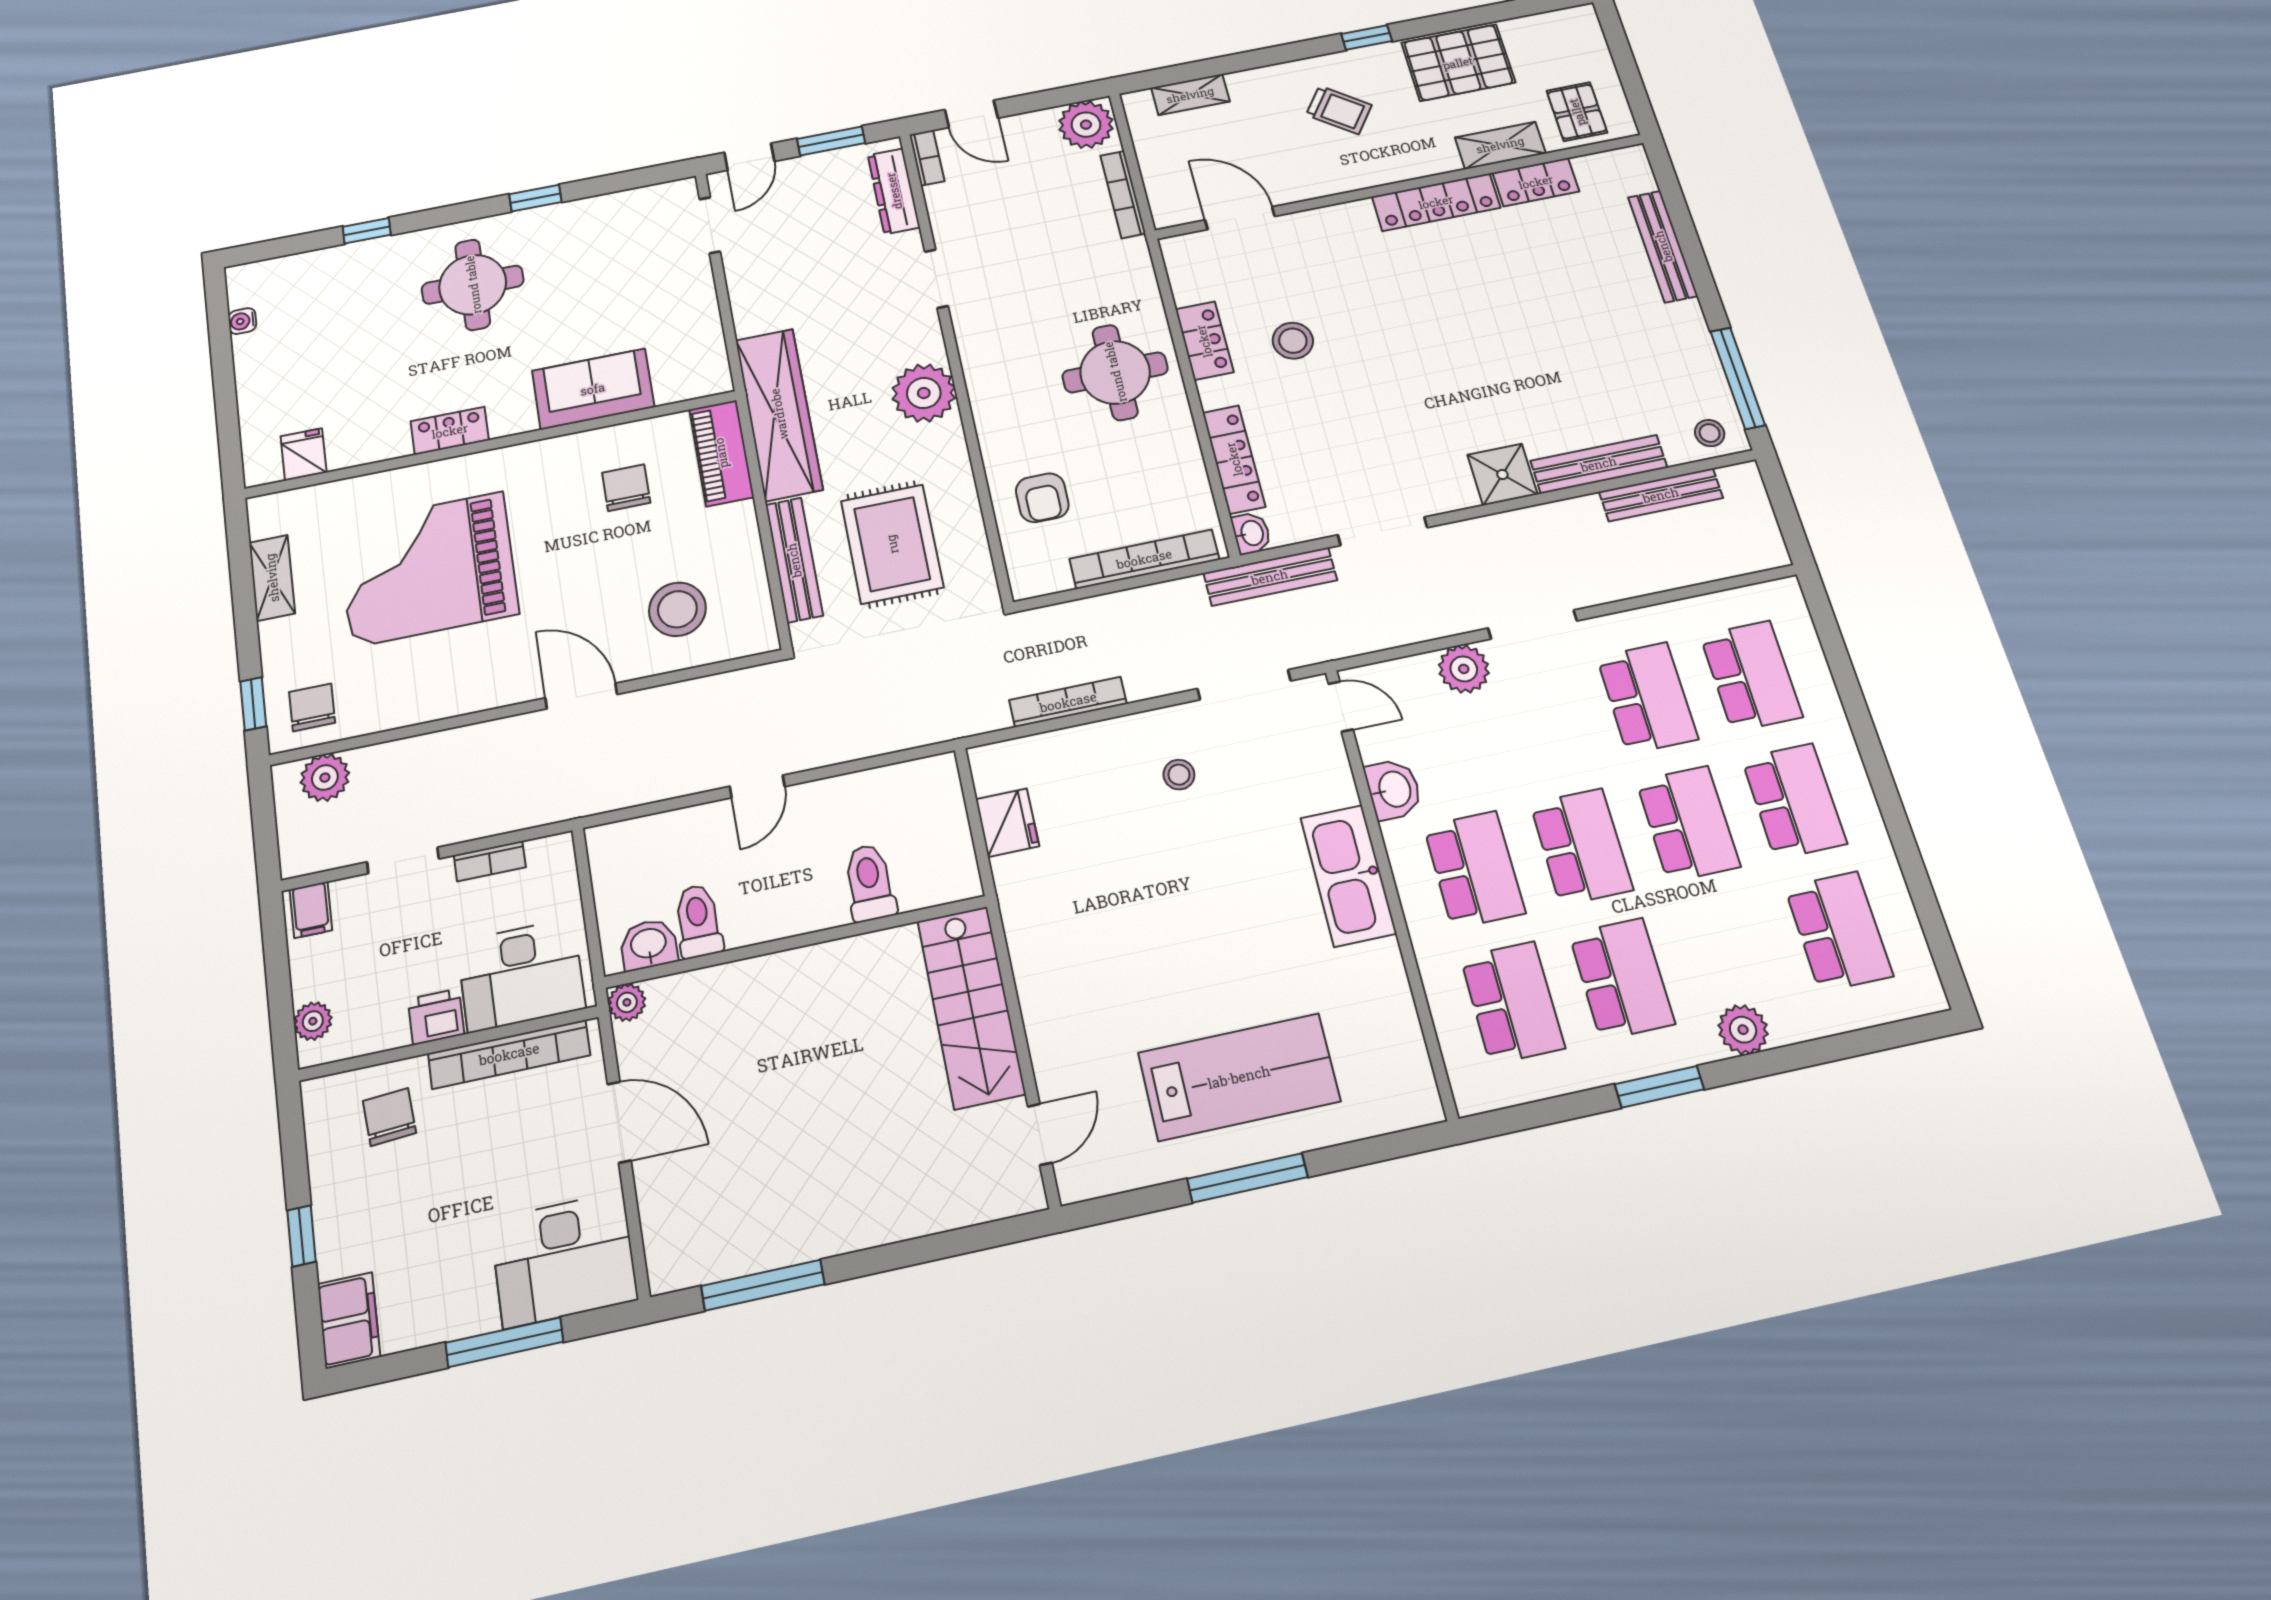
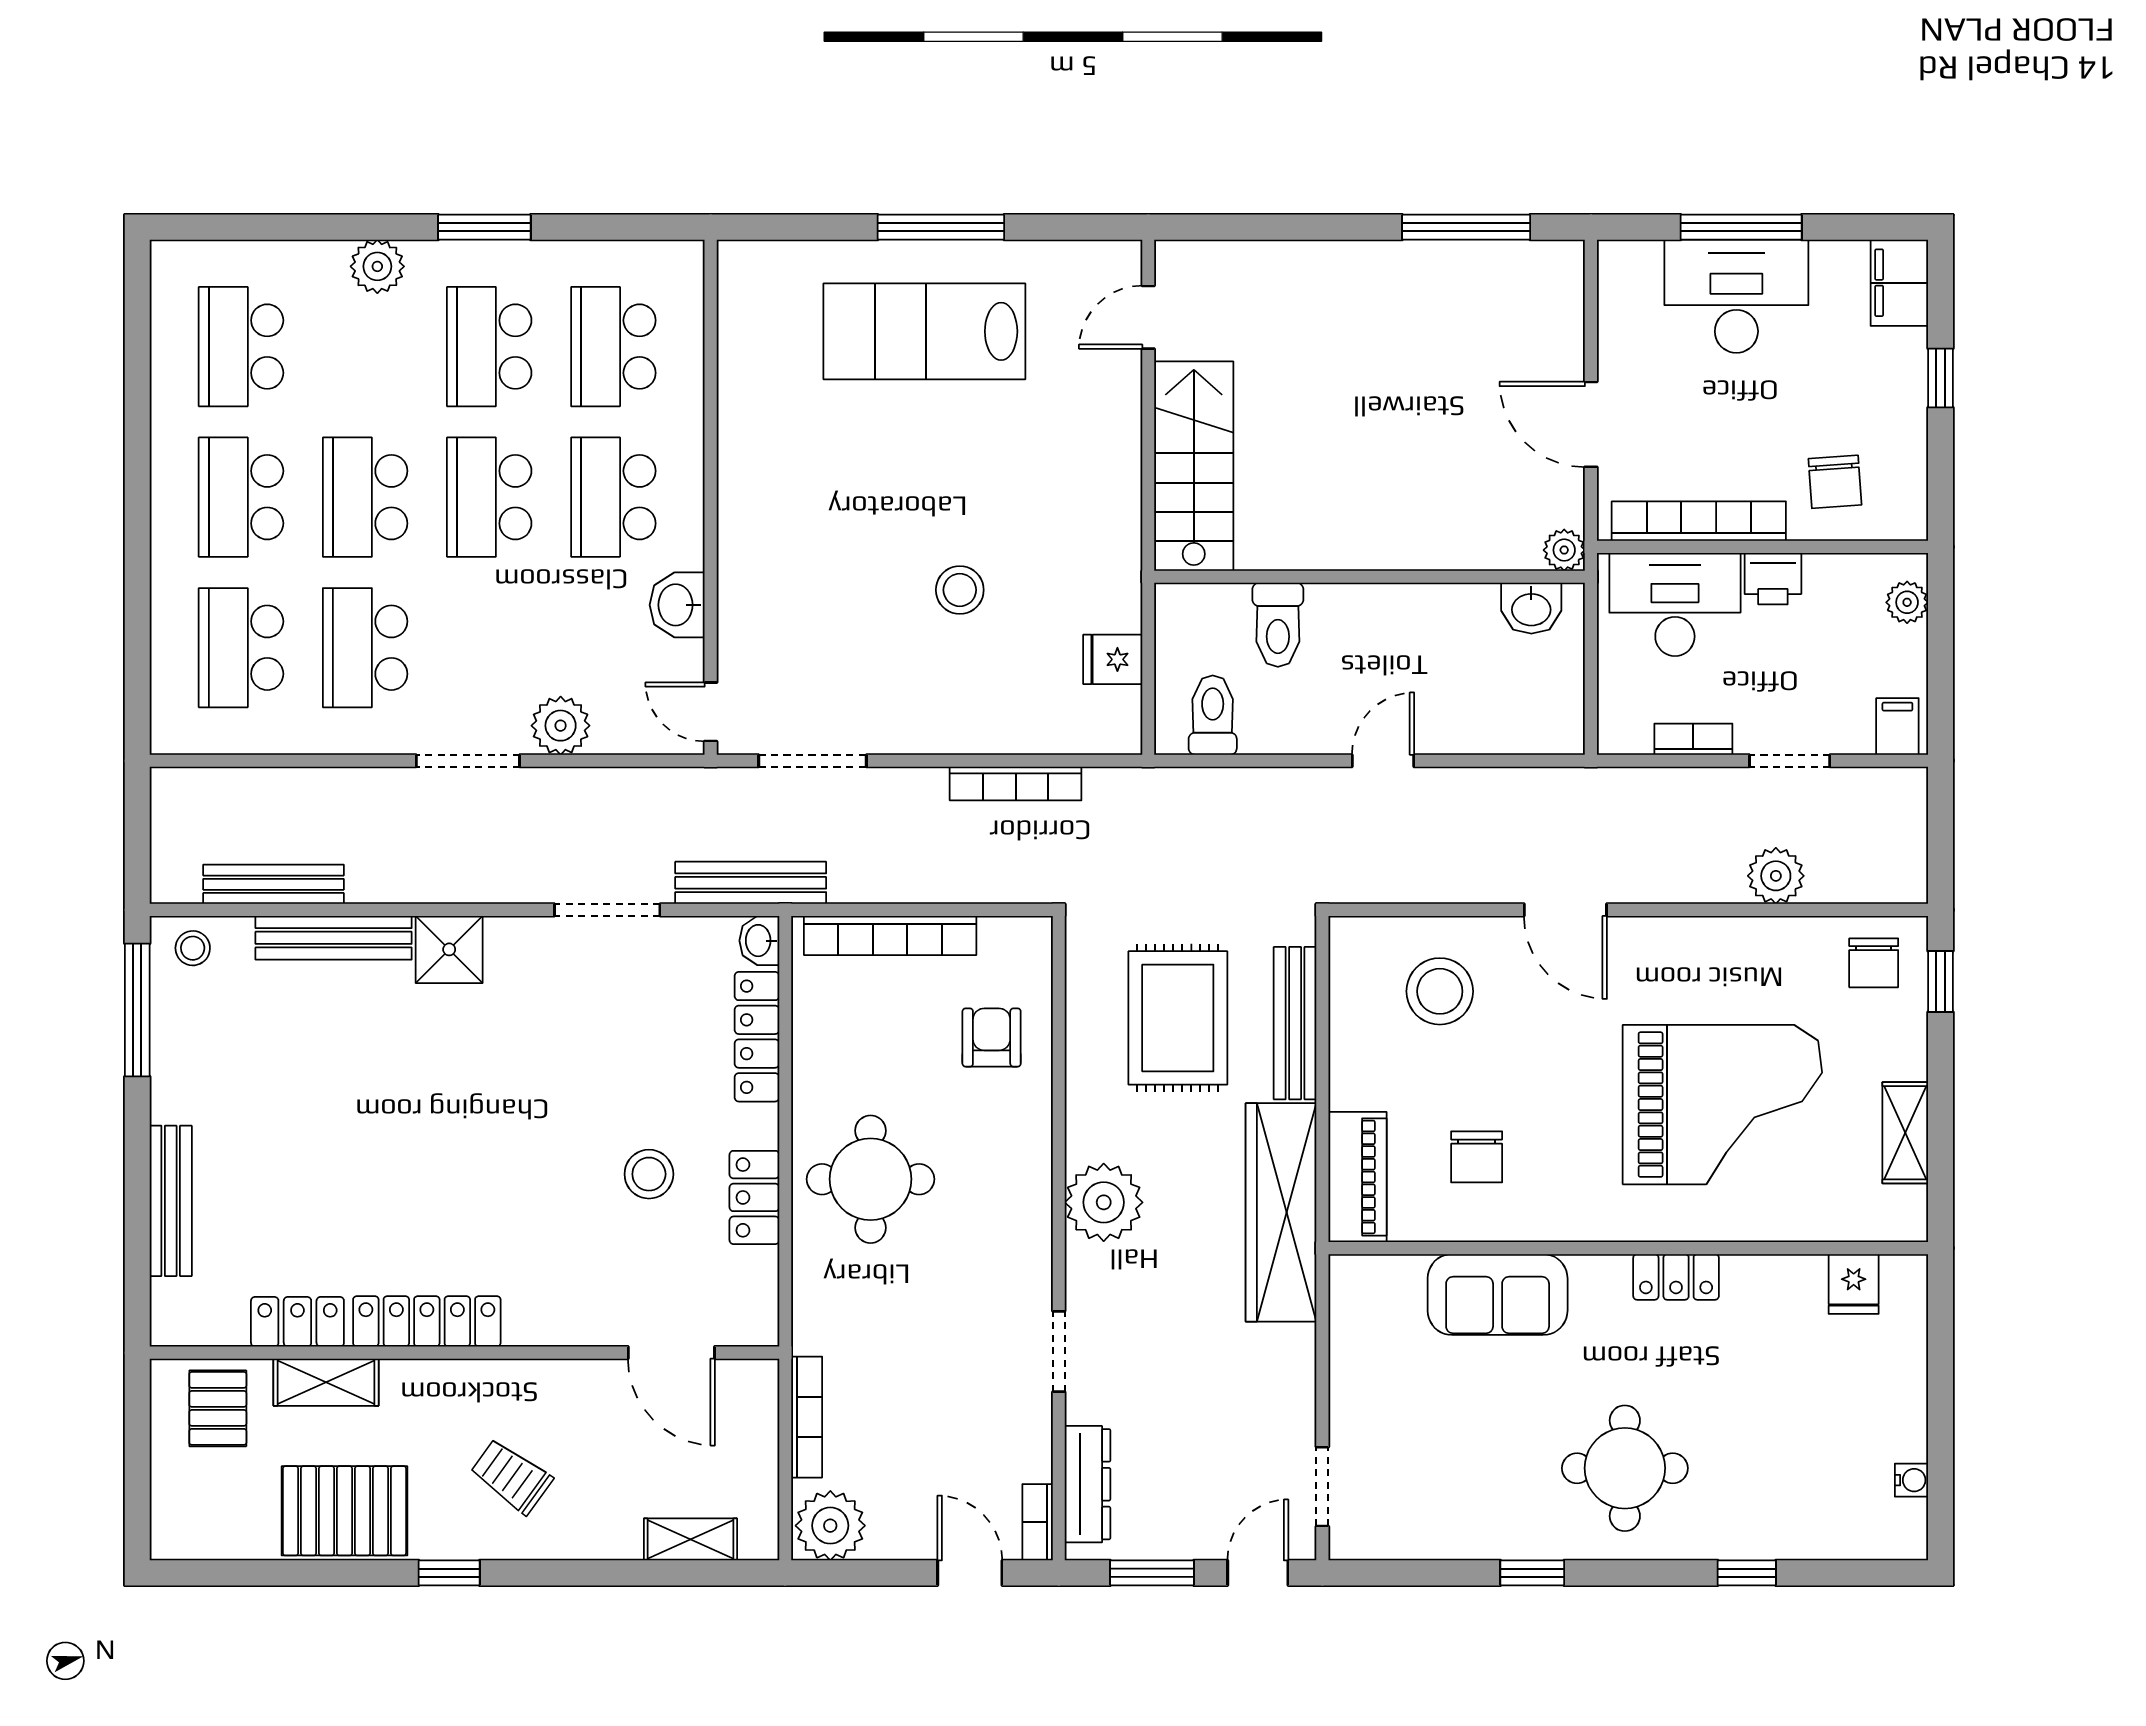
stool: (1179, 775) -> (960, 590), moved, width x1.37, depth x1.37
plant: (325, 778) -> (1776, 876), moved
fridge: (1007, 823) -> (1113, 659), width x0.72
kitchen sink: (1348, 875) -> (752, 520), removed
toilet: (698, 921) -> (1213, 715), moved, turned 180
desk: (564, 1260) -> (1736, 296), moved

